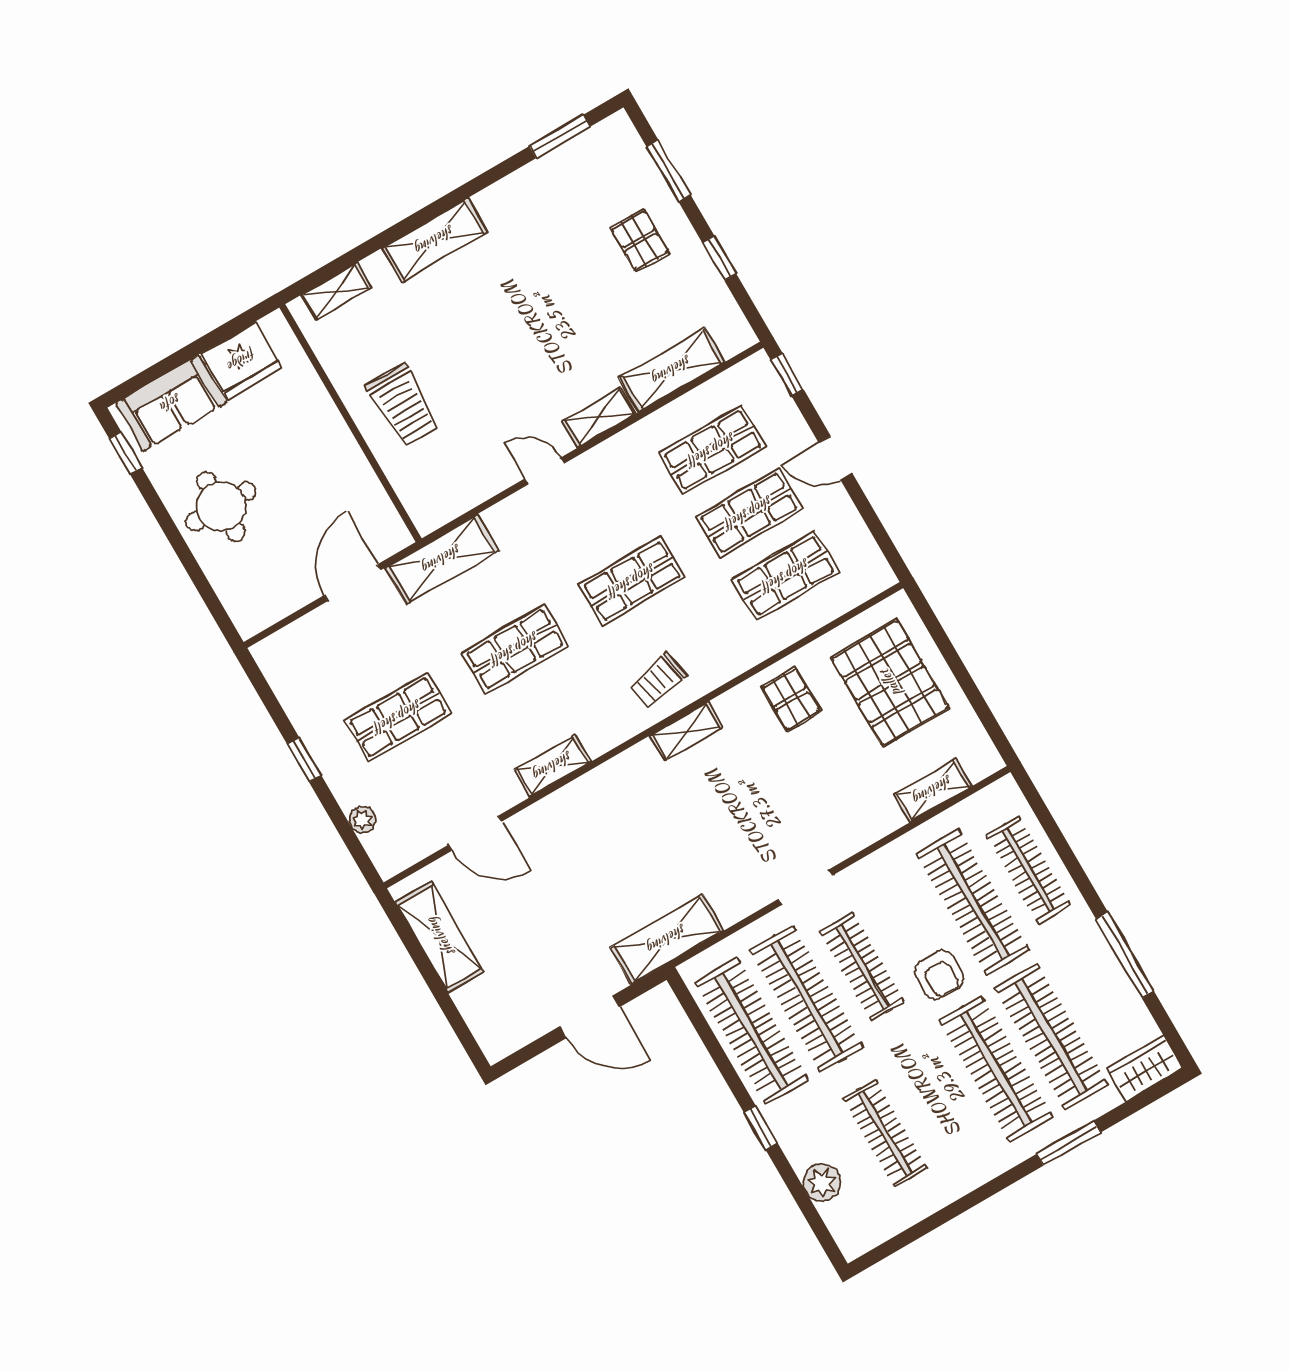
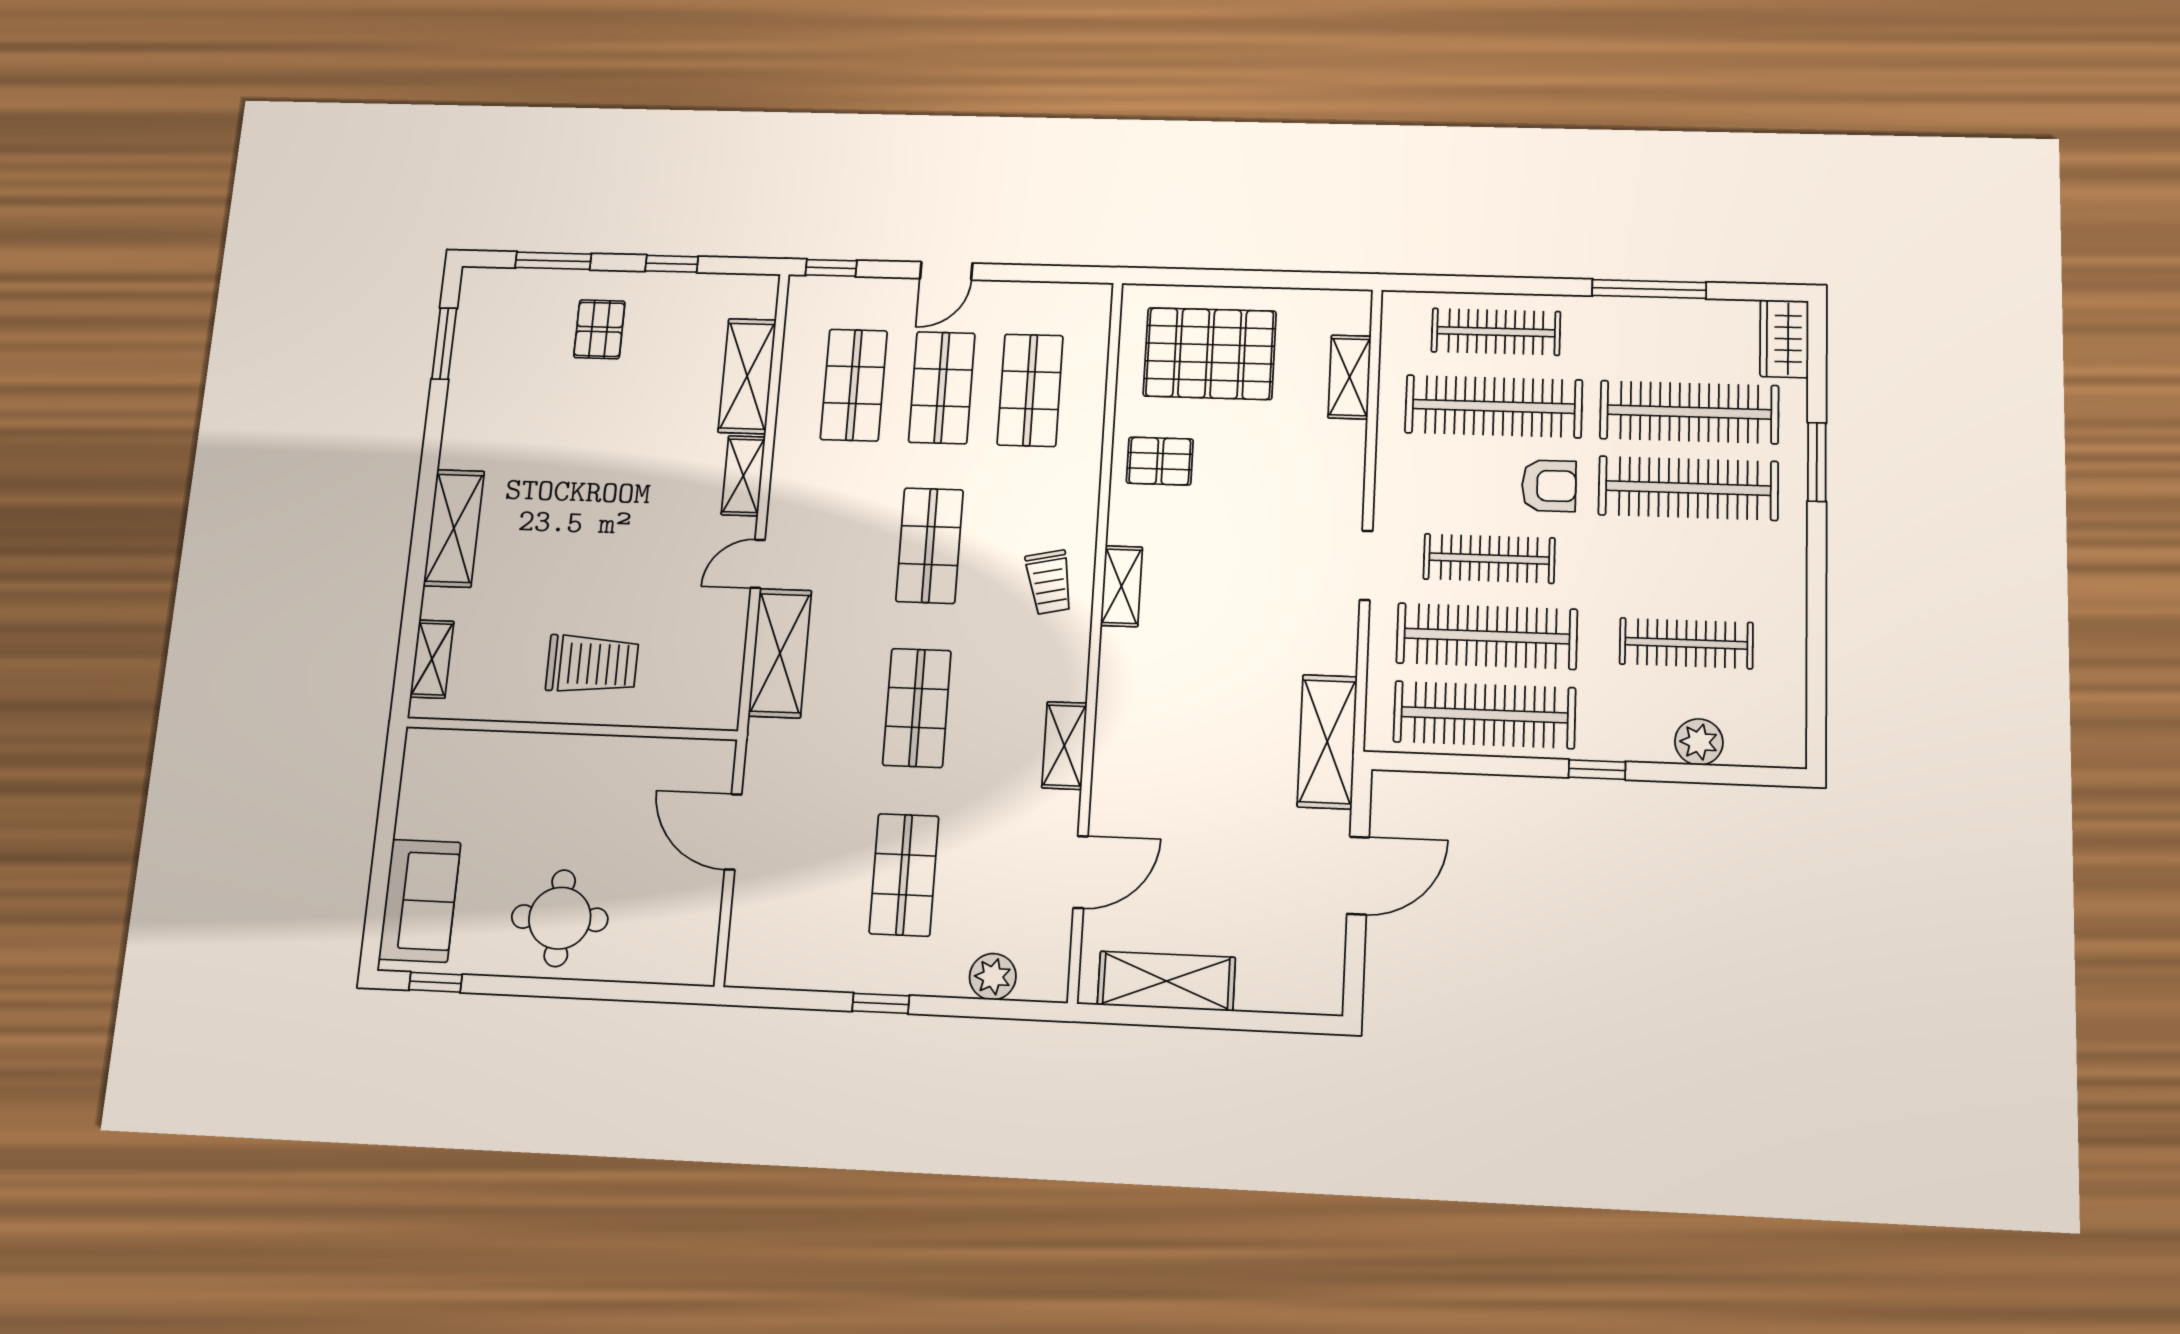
pallet: (640, 240) -> (599, 329), turned 90
fridge: (242, 360) -> (430, 799), removed
shelving: (442, 559) -> (780, 653), moved
plant: (362, 820) -> (993, 977), width x1.38, depth x1.38

